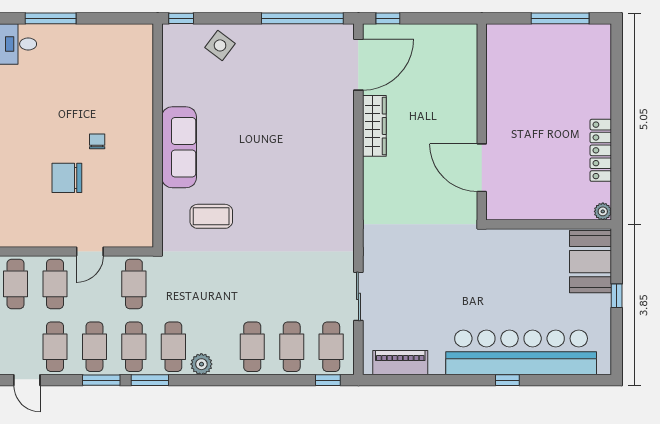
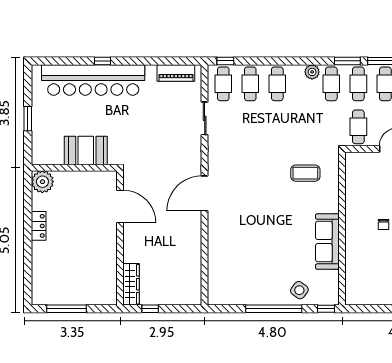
window: (302, 18) -> (274, 309), moved
window: (388, 18) -> (150, 309), moved
door: (358, 65) -> (205, 193), moved
wardrobe: (374, 126) -> (131, 284), moved, turned 180
sofa: (179, 147) -> (327, 241), moved
locker: (601, 150) -> (39, 226), width x0.66
plant: (603, 211) -> (42, 182), width x1.87, depth x1.87
booth: (590, 262) -> (86, 150), moved, turned 90
window: (617, 296) -> (28, 119), width x1.50

